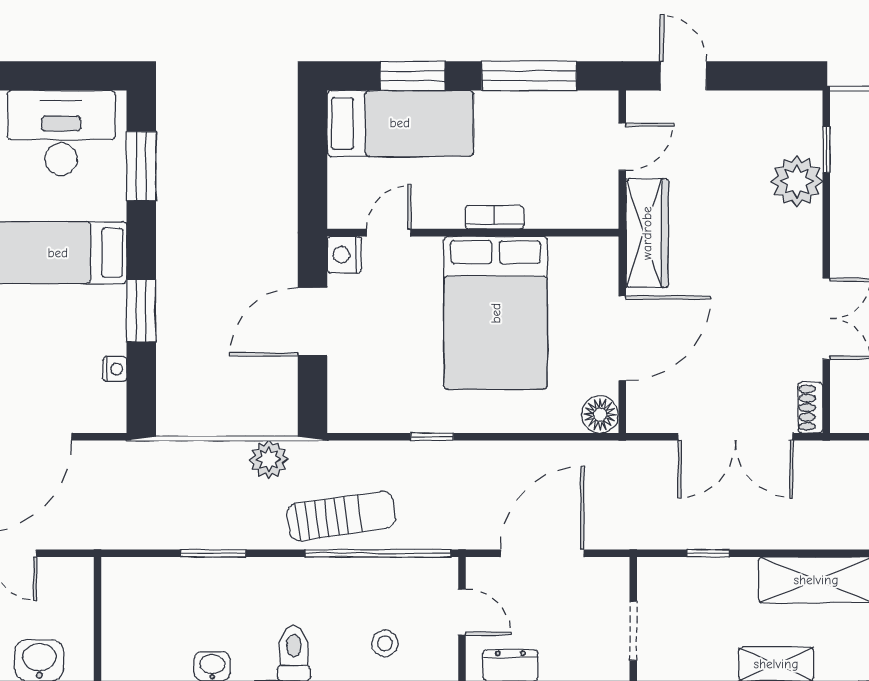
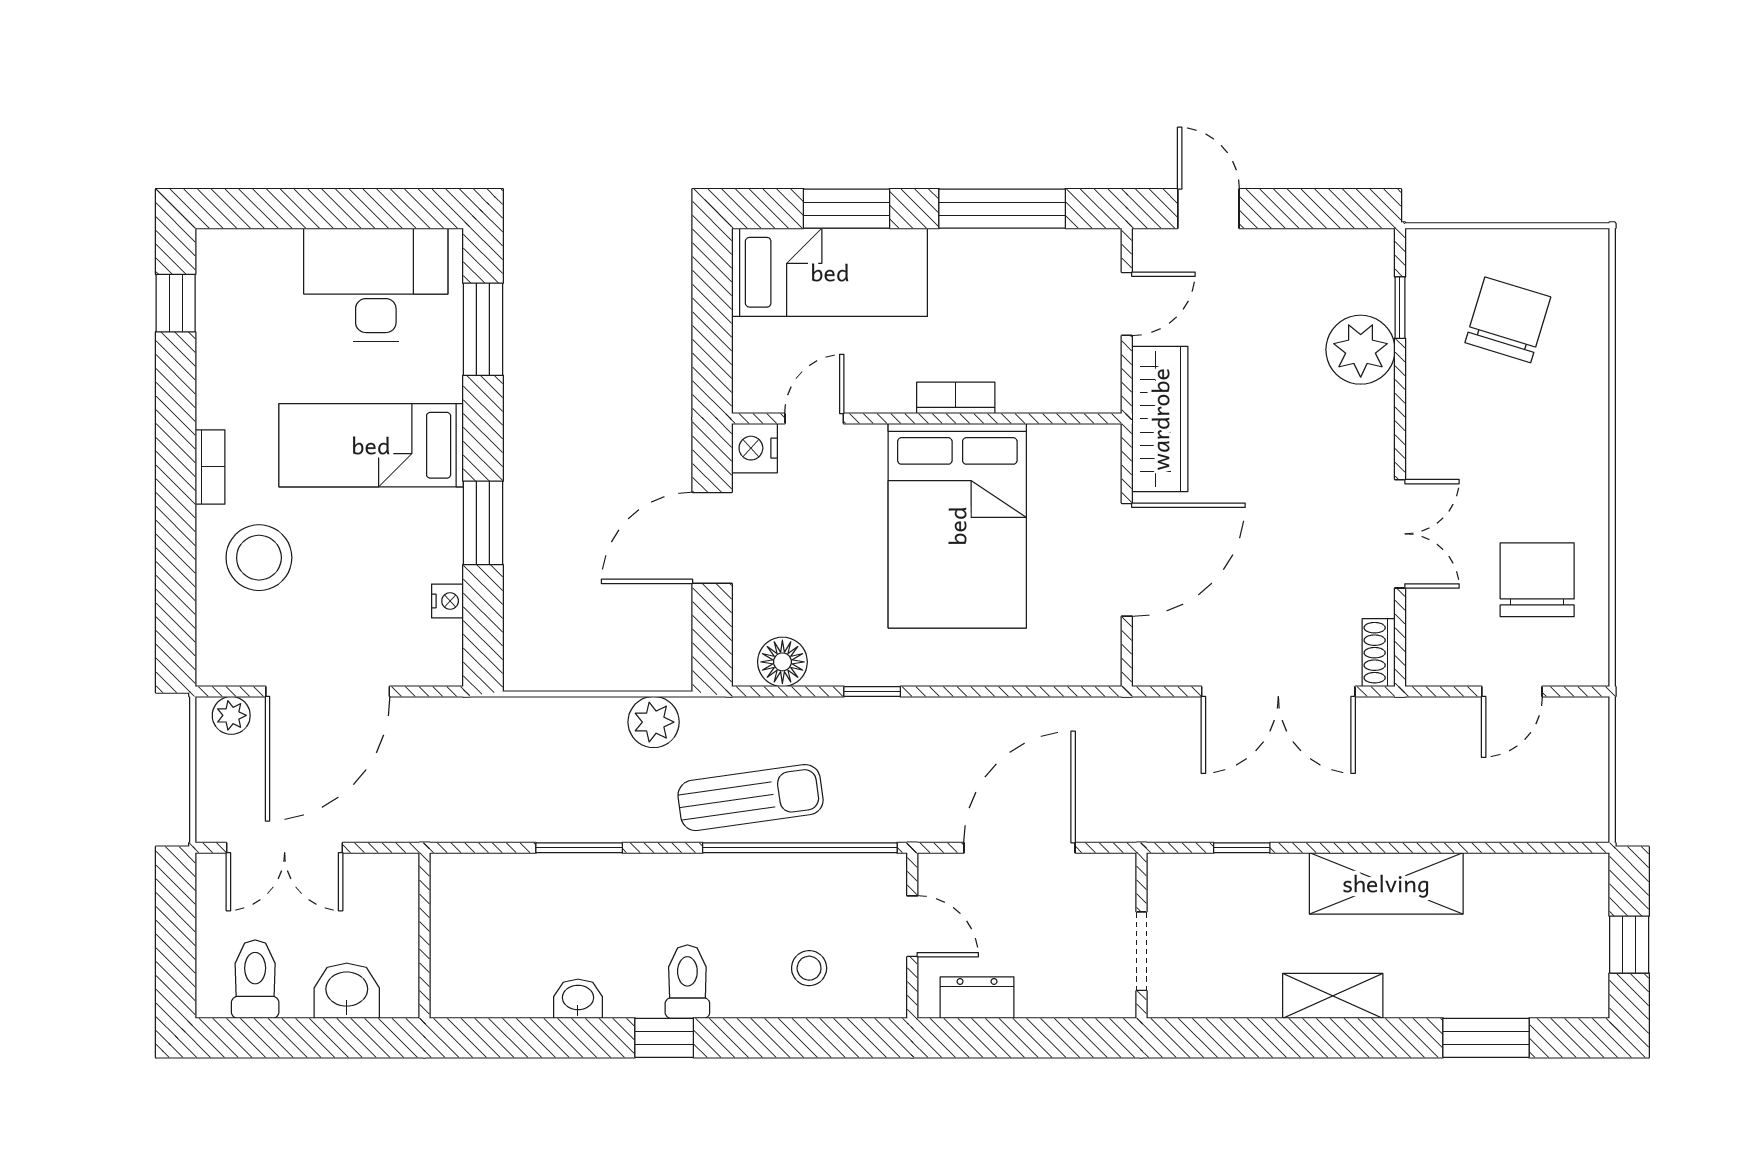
floor lamp: (600, 415) -> (782, 662), moved

